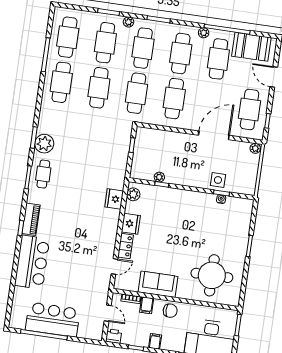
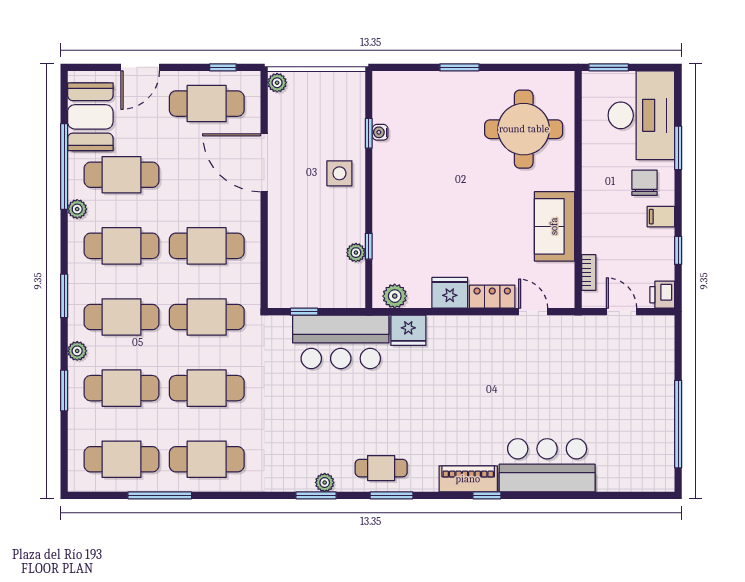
plant: (44, 144) -> (325, 483), width x0.53, depth x0.53
side table: (218, 180) -> (339, 173), moved
filing cabinet: (147, 305) -> (596, 242), removed
chair: (170, 311) -> (645, 183), moved
door: (108, 313) -> (621, 312), hinge flipped
bar counter: (53, 320) -> (341, 342), moved, turned -90

